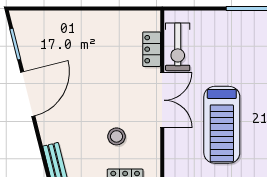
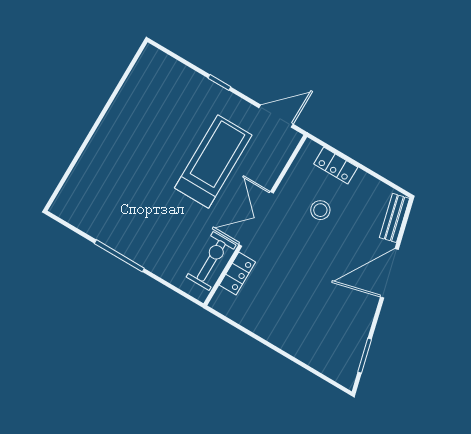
door: (28, 94) -> (389, 273), moved

